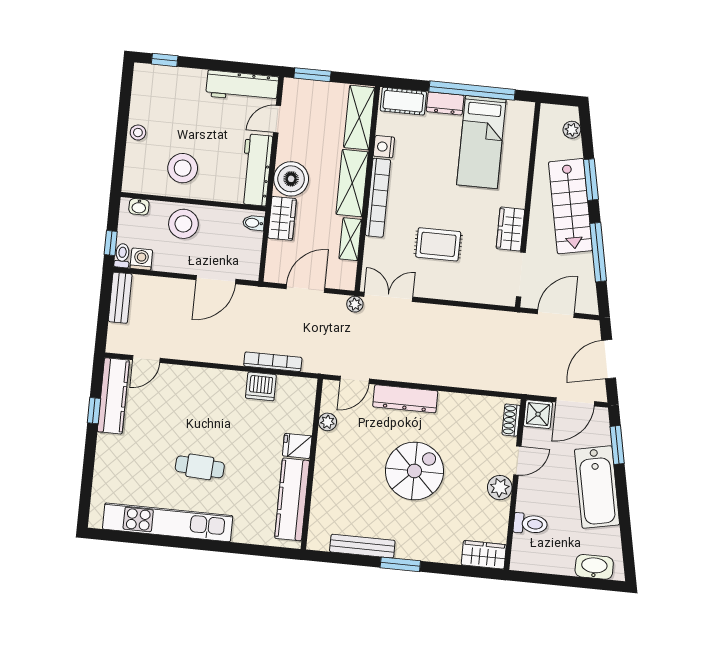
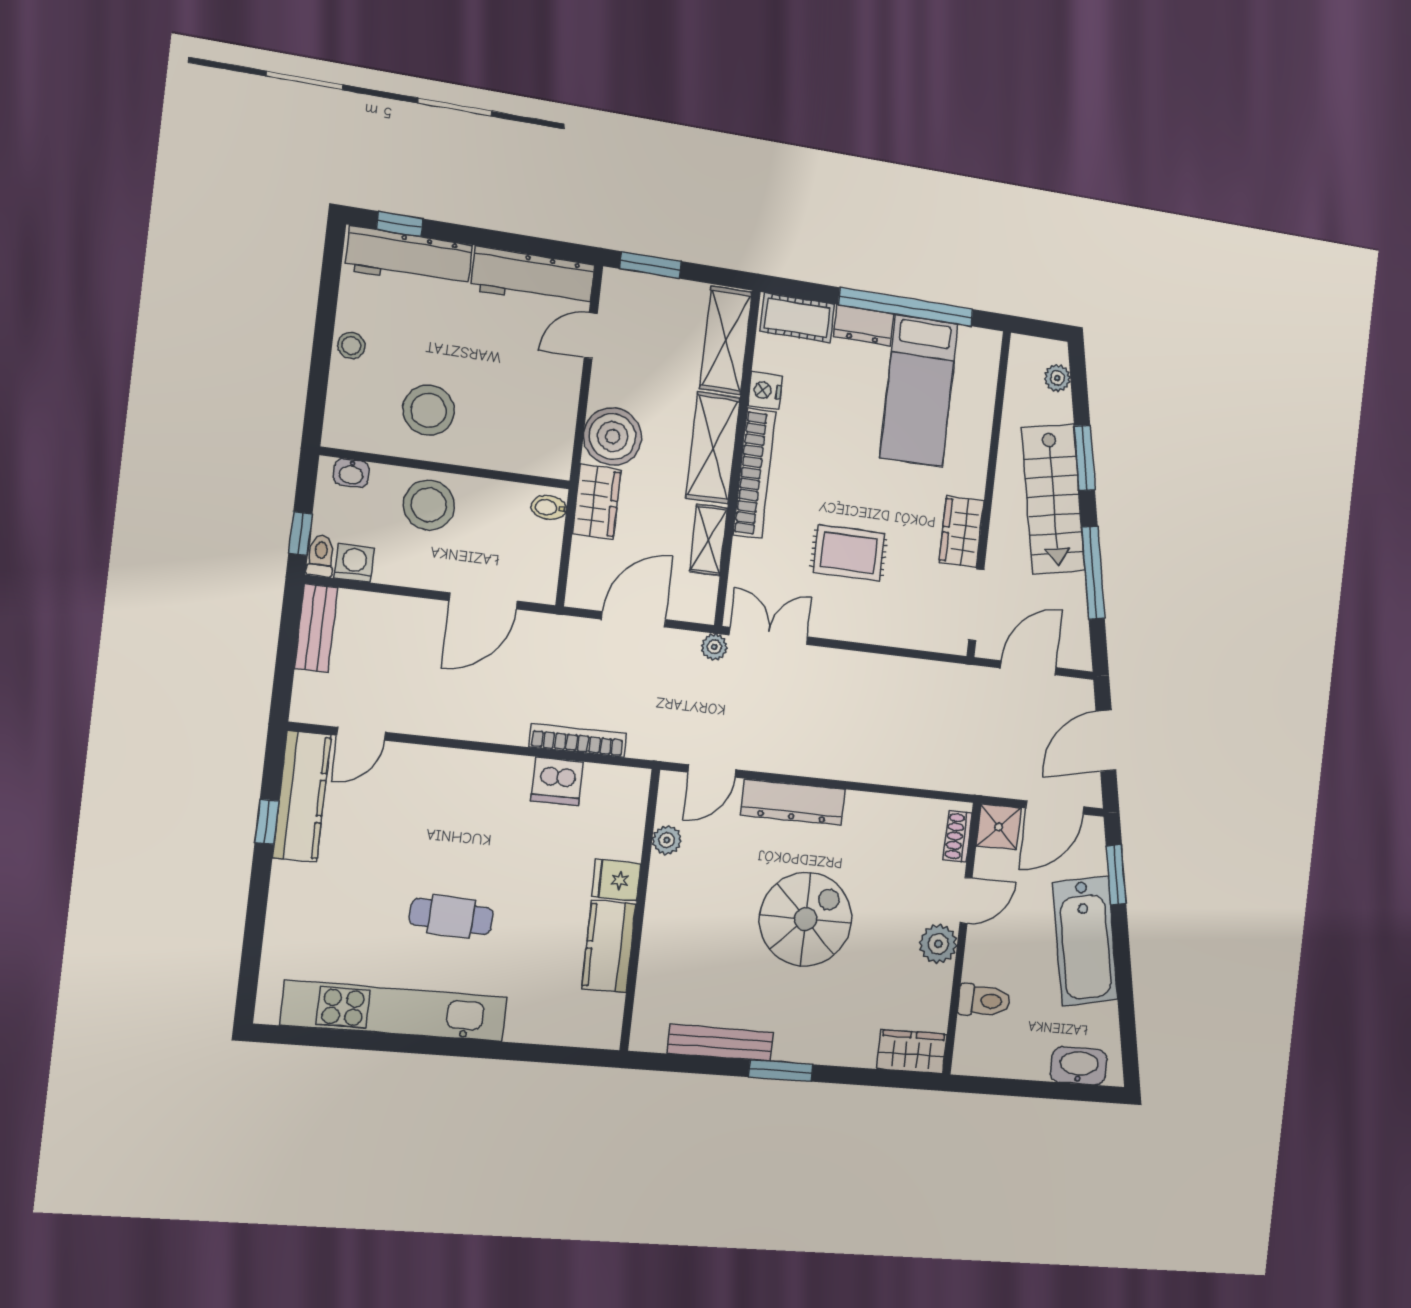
workbench: (256, 170) -> (409, 258), moved, turned -90
kitchen counter: (292, 499) -> (609, 946), width x0.67

